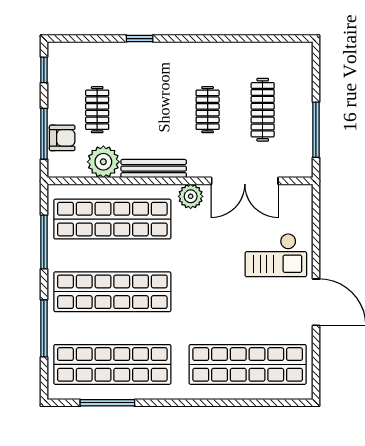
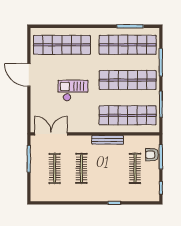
clothes rail: (97, 110) -> (135, 168), width x1.36
clothes rail: (208, 110) -> (81, 168), width x1.36
plant: (103, 162) -> (132, 143), removed
double door: (245, 181) -> (51, 134), moved
plant: (191, 196) -> (90, 126), removed
checkout: (276, 255) -> (73, 91), moved

